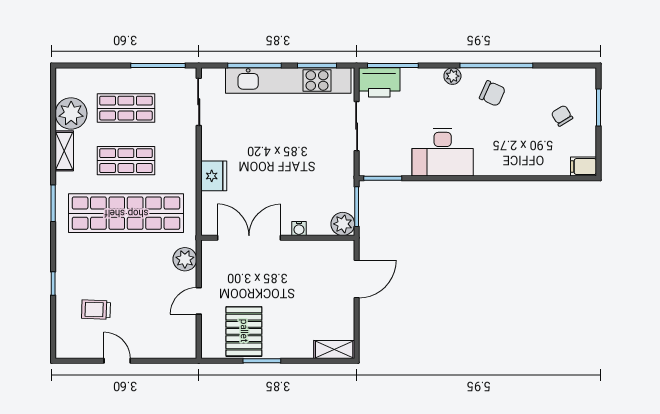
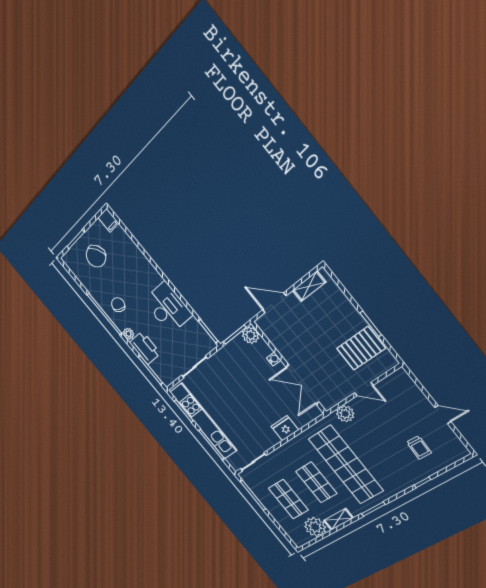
printer: (379, 82) -> (145, 348), moved
chair: (562, 116) -> (96, 256), width x1.87, depth x1.87
shelving: (334, 350) -> (309, 286), moved, turned 90
door: (117, 361) -> (443, 415), swing flipped

